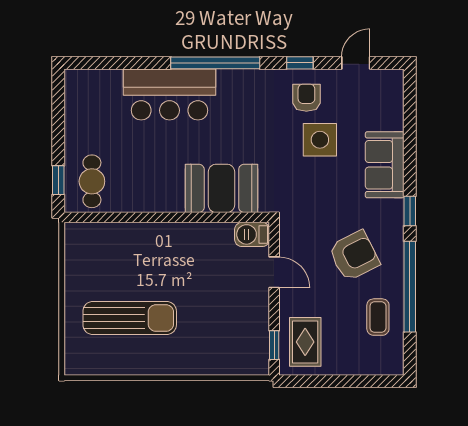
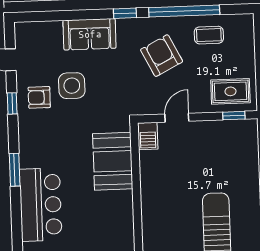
window: (215, 63) -> (15, 170), width x0.47

